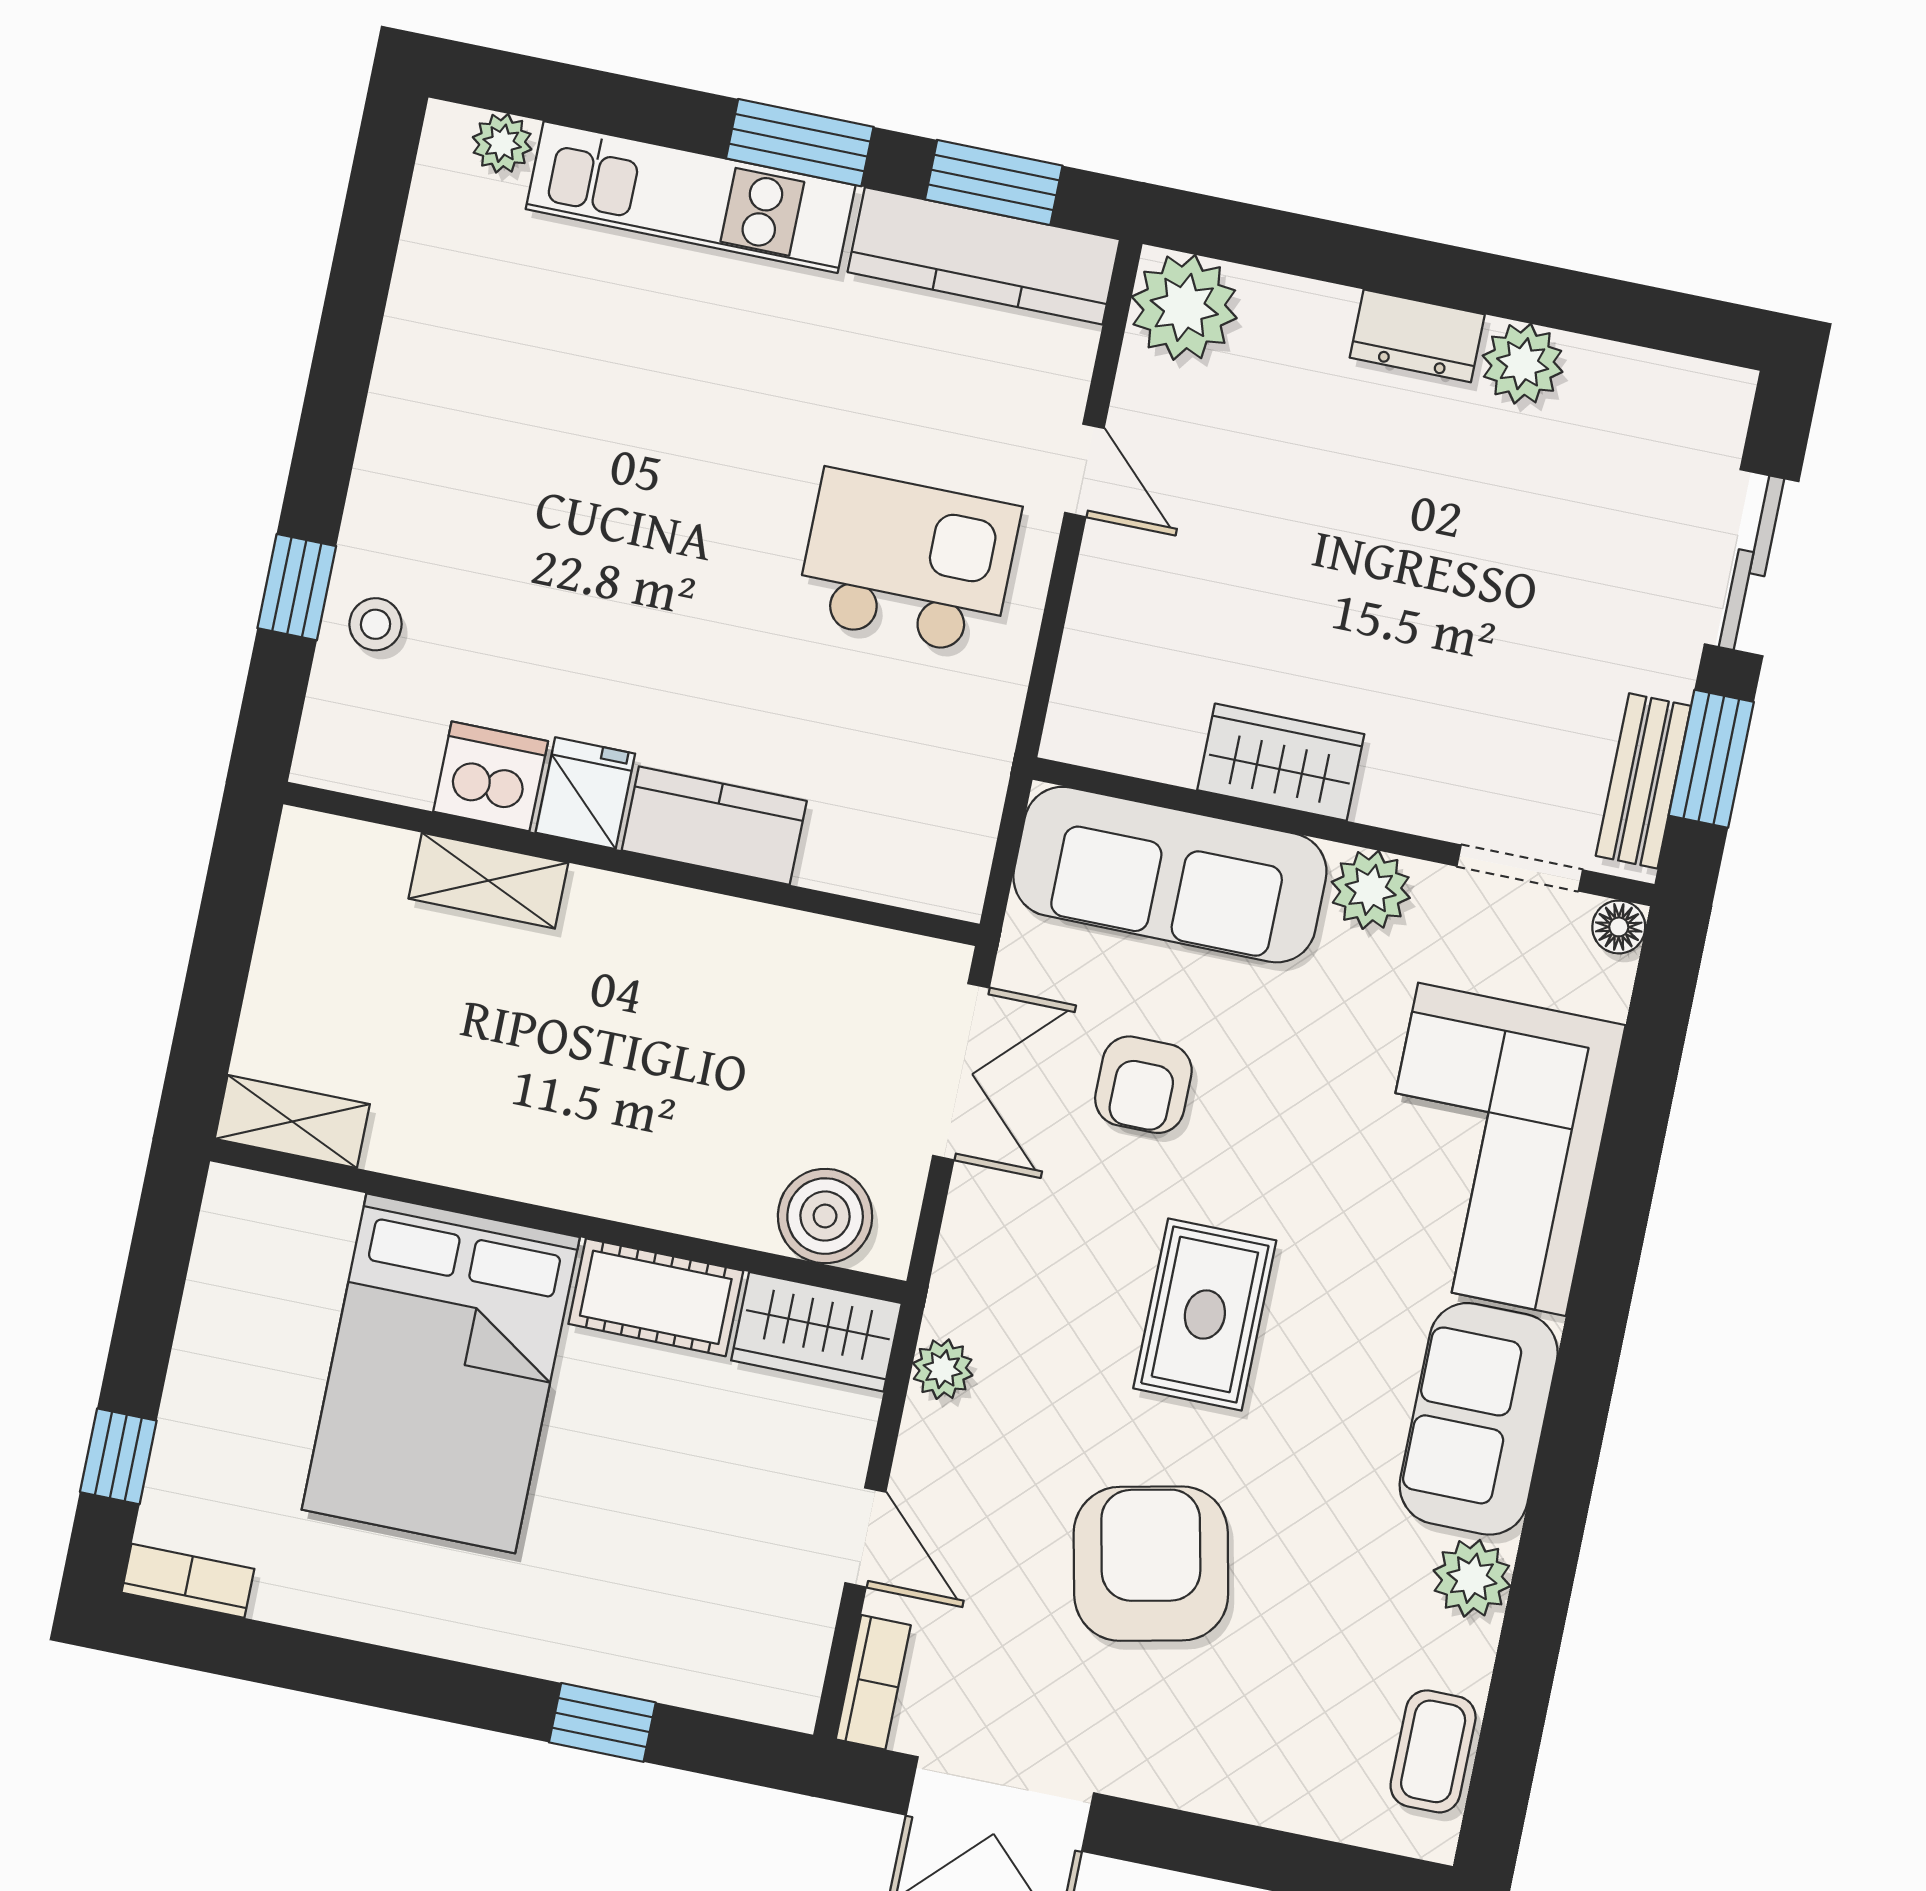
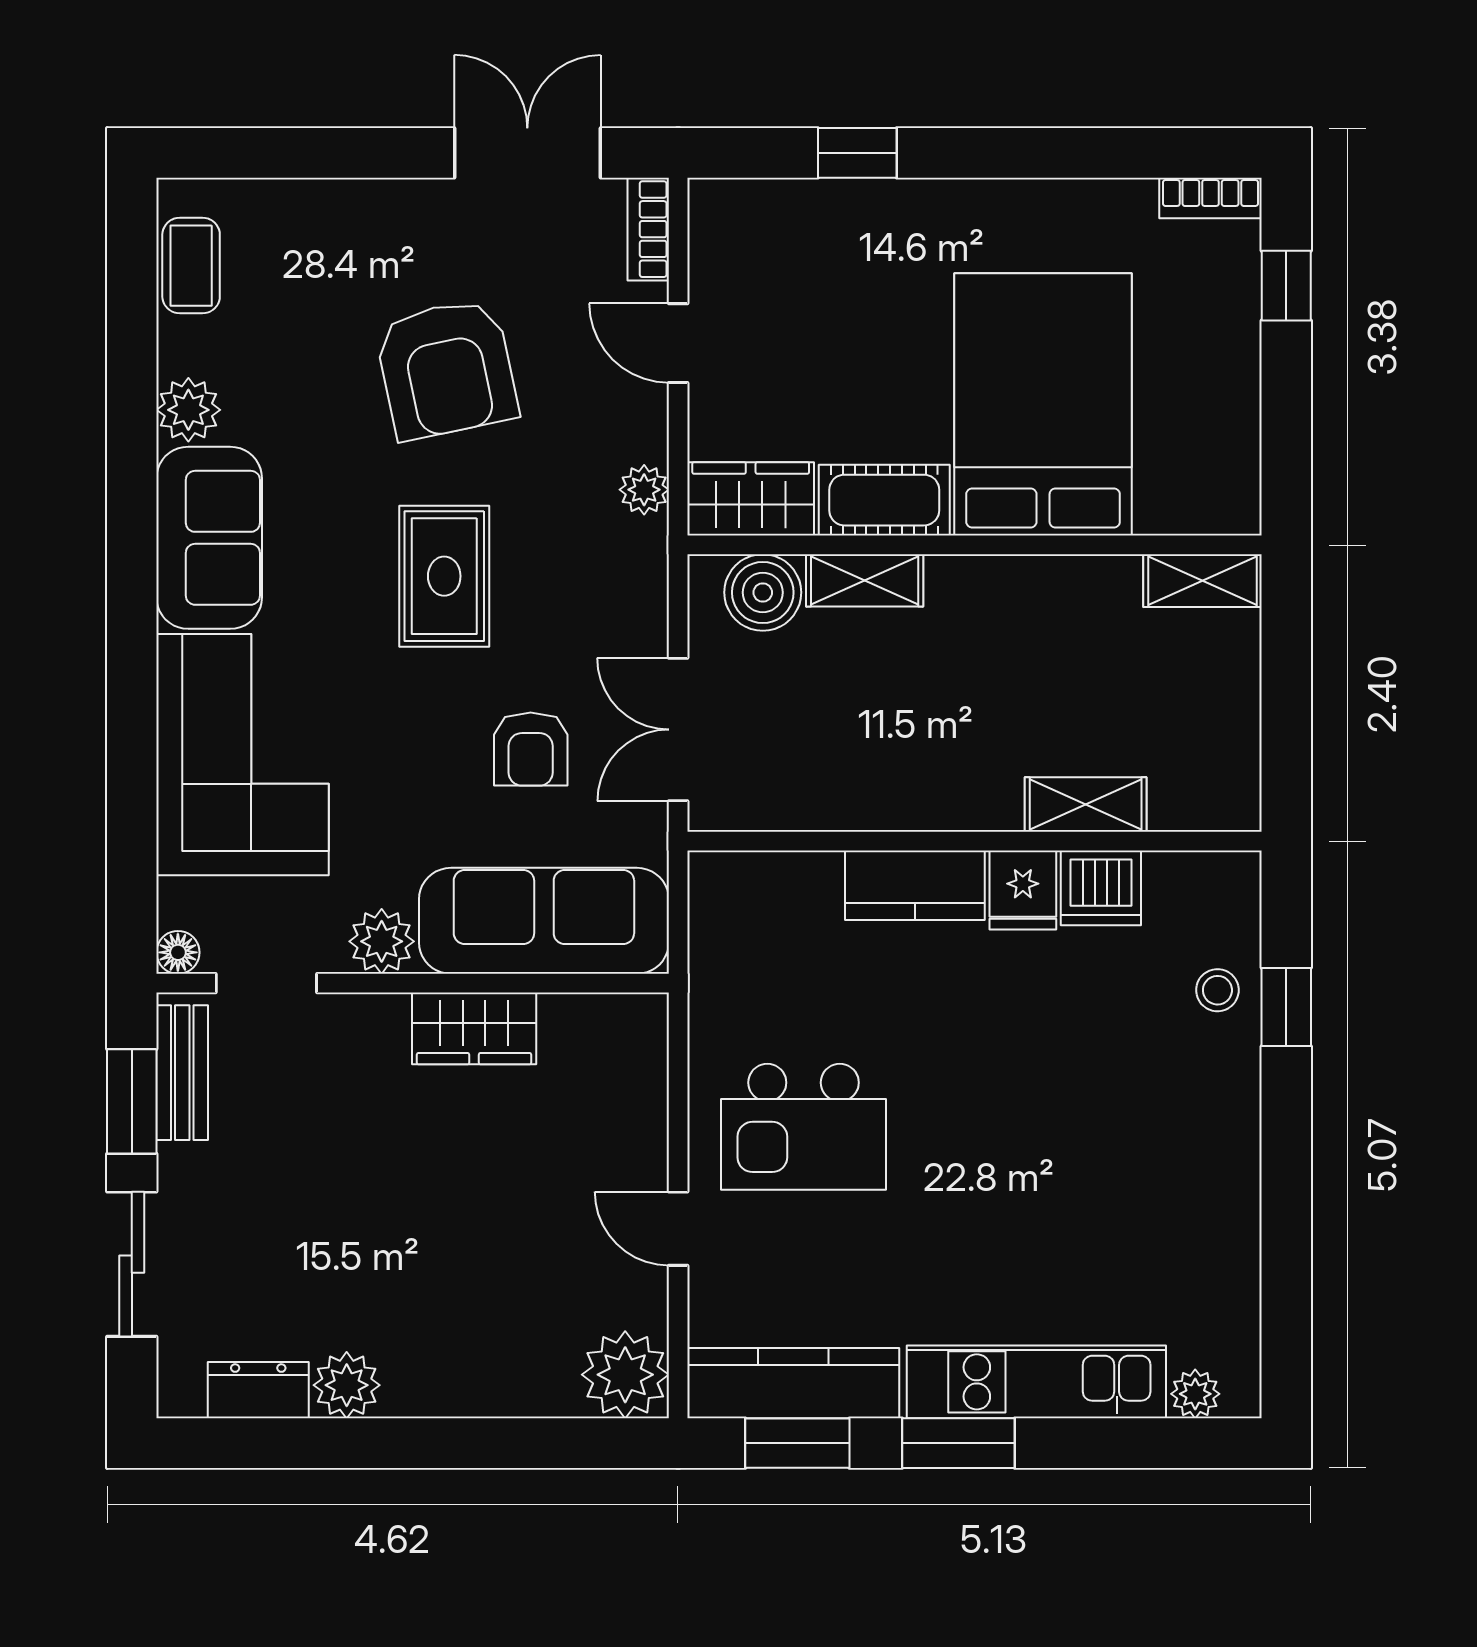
dresser: (1417, 336) -> (258, 1390), moved
armchair: (1143, 1085) -> (531, 749), turned 180
shelving: (699, 1205) -> (865, 580), added

